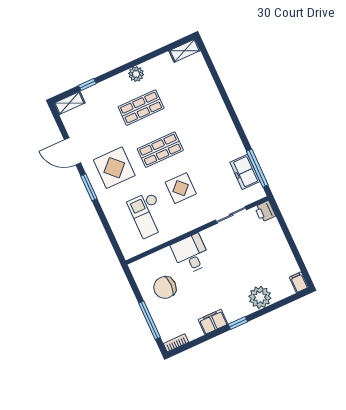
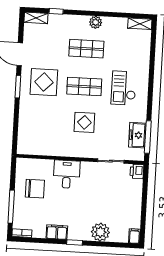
checkout: (148, 215) -> (124, 88), moved
chair: (165, 288) -> (35, 189), turned 180

